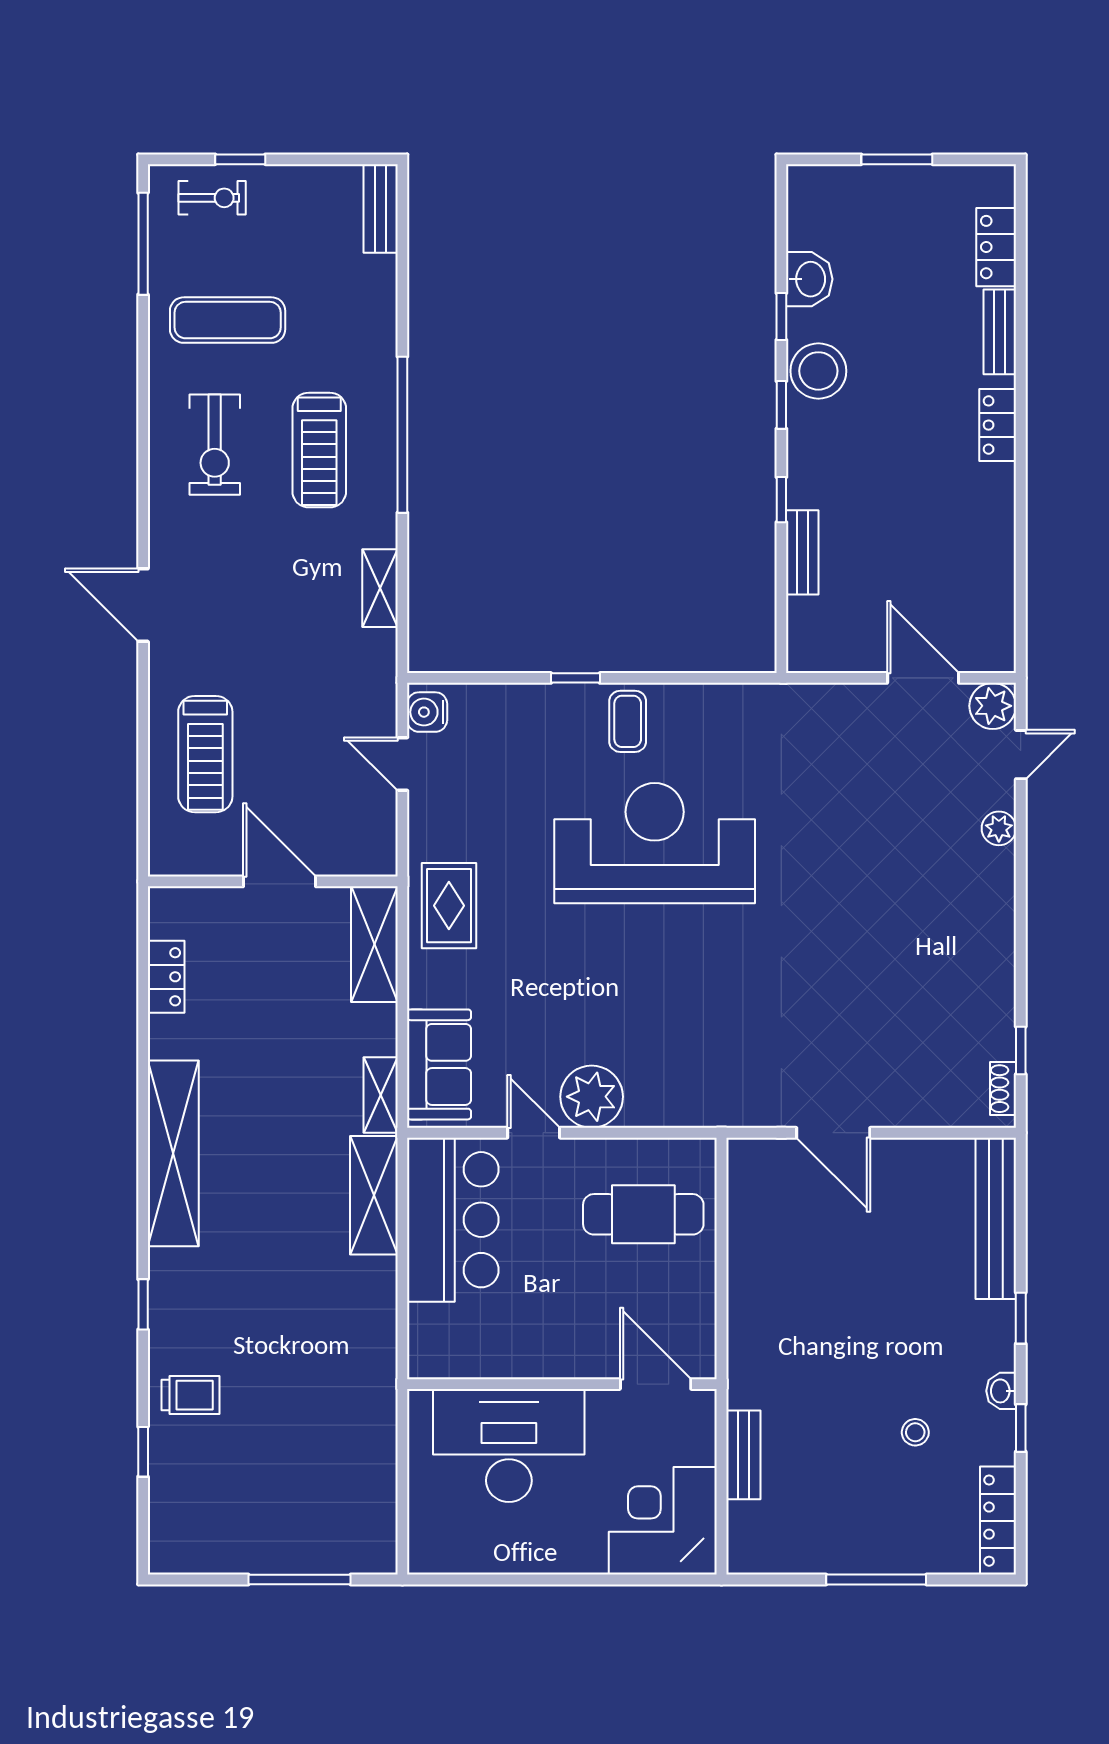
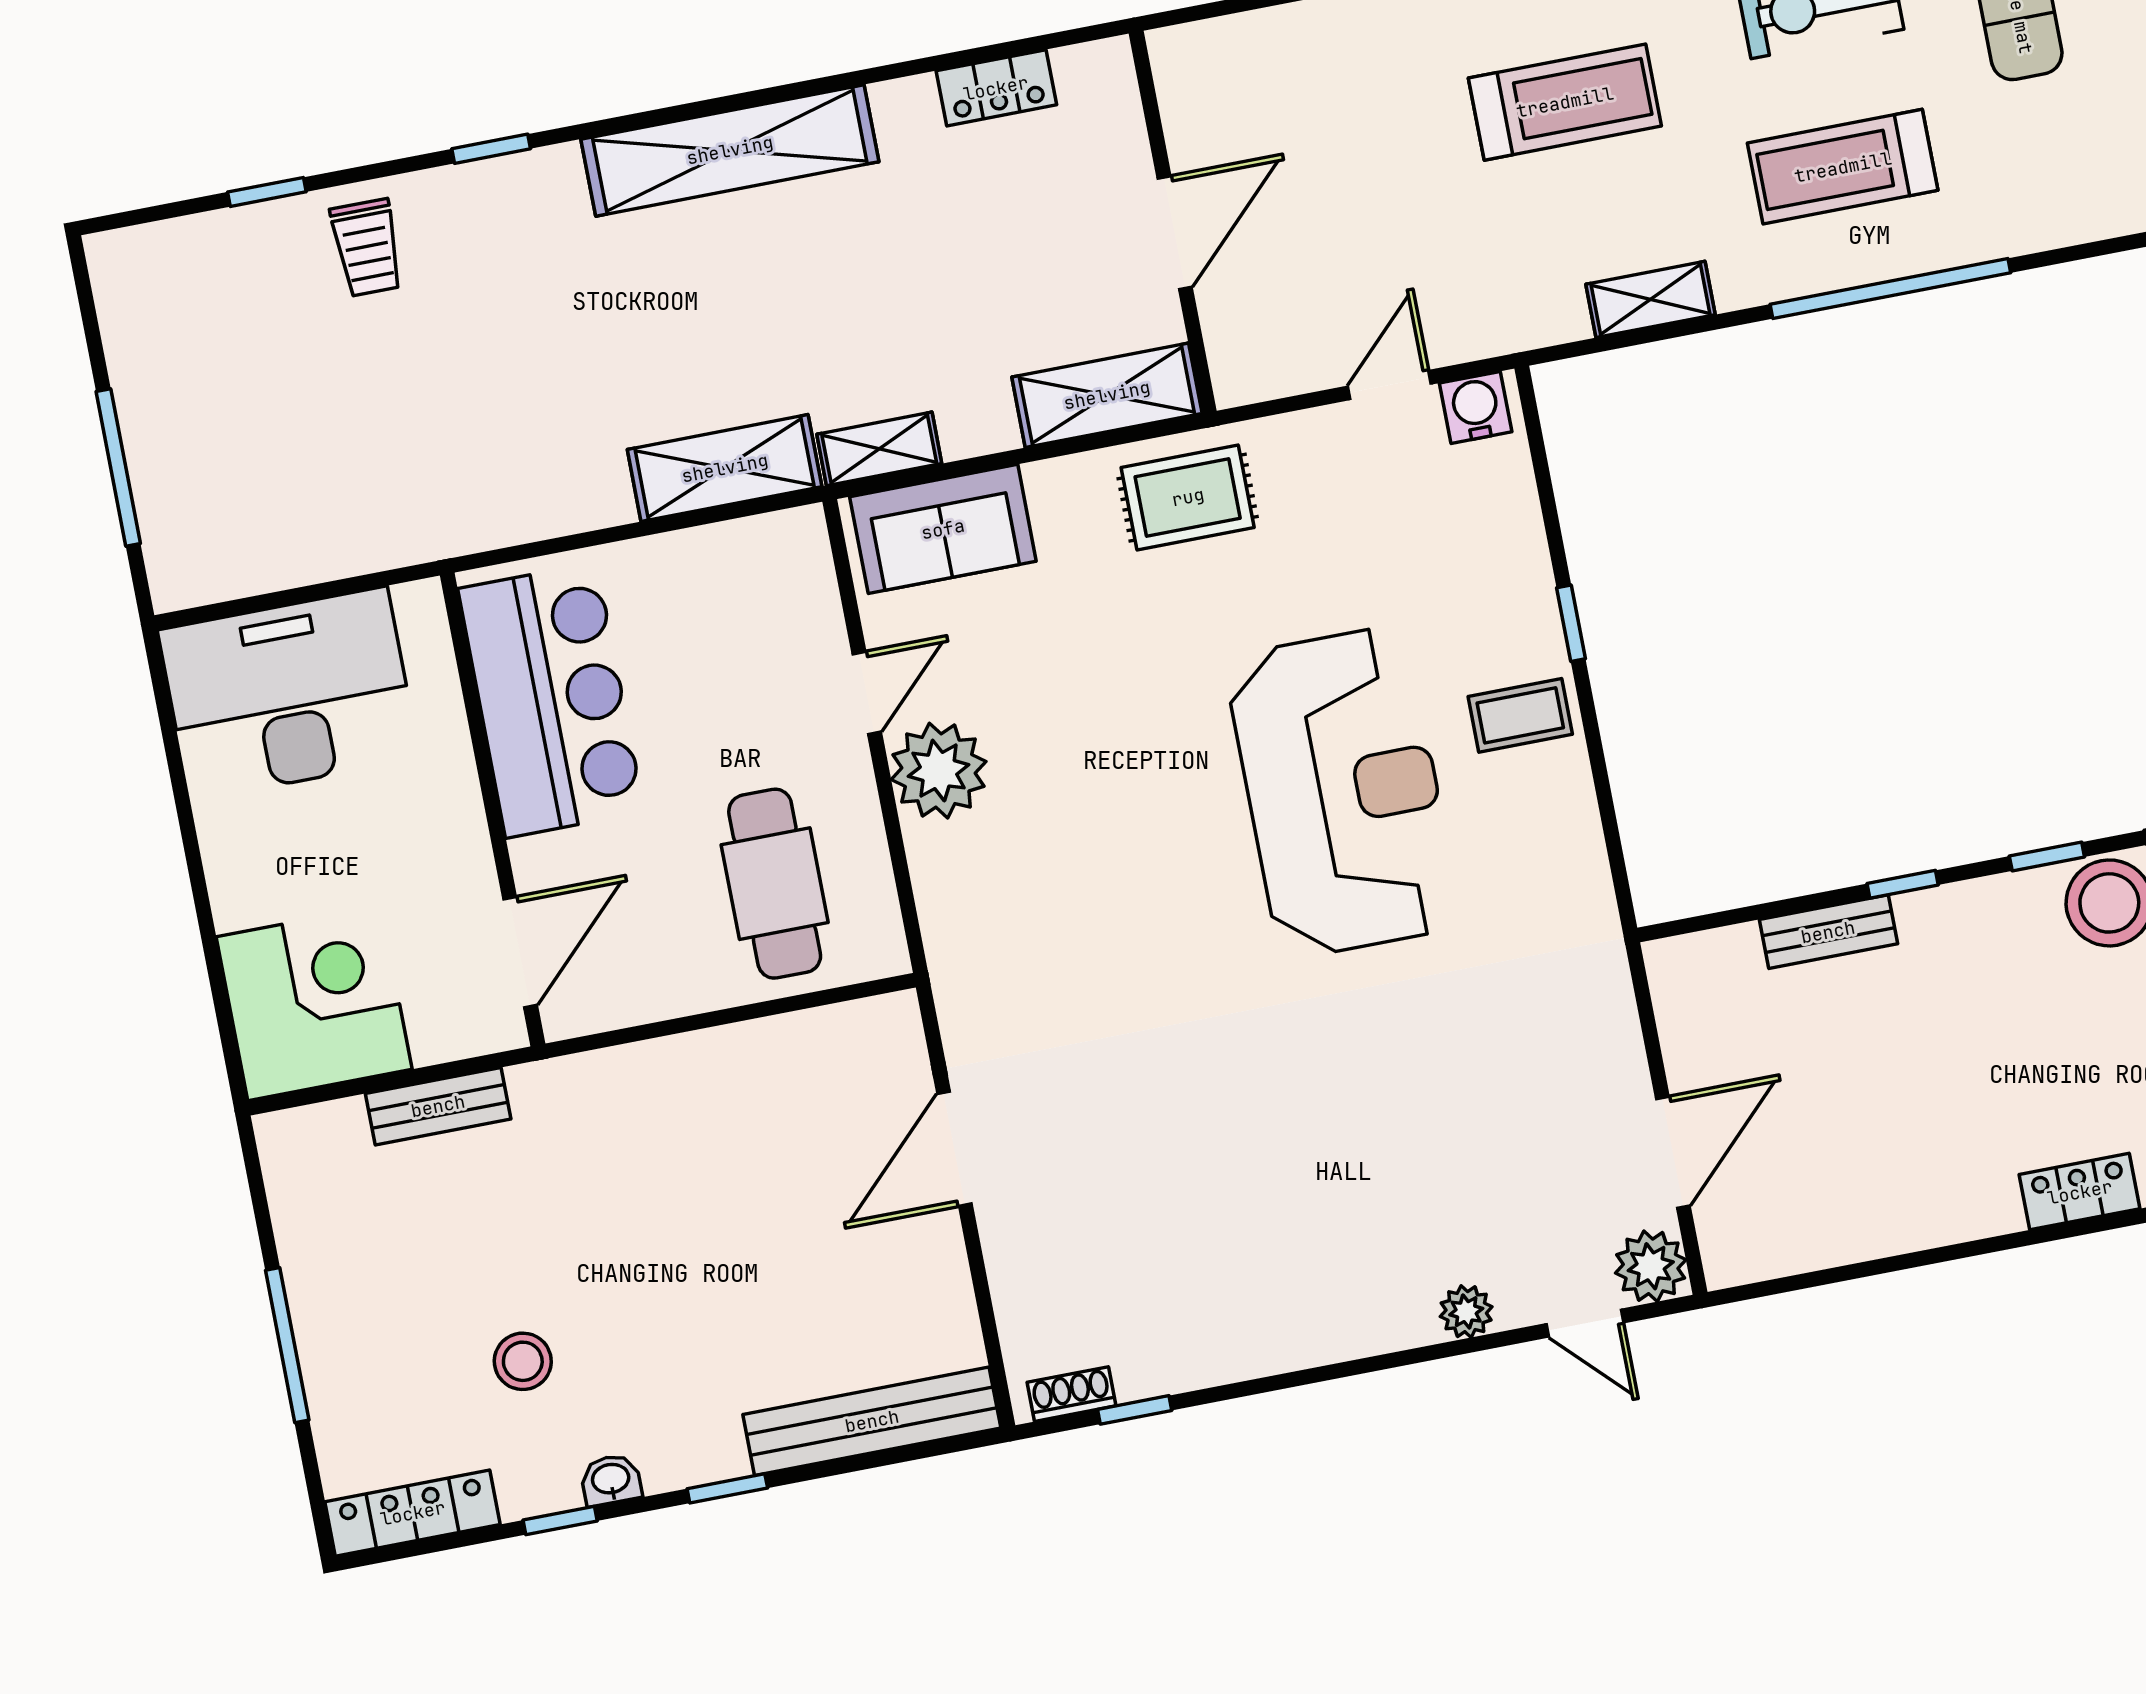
treadmill: (205, 754) -> (1565, 102), moved, turned 180
bar counter: (453, 1220) -> (551, 700), moved, turned -90
stool: (915, 1432) -> (523, 1361), width x1.37, depth x1.37
desk: (509, 1445) -> (289, 694), moved, turned -90

